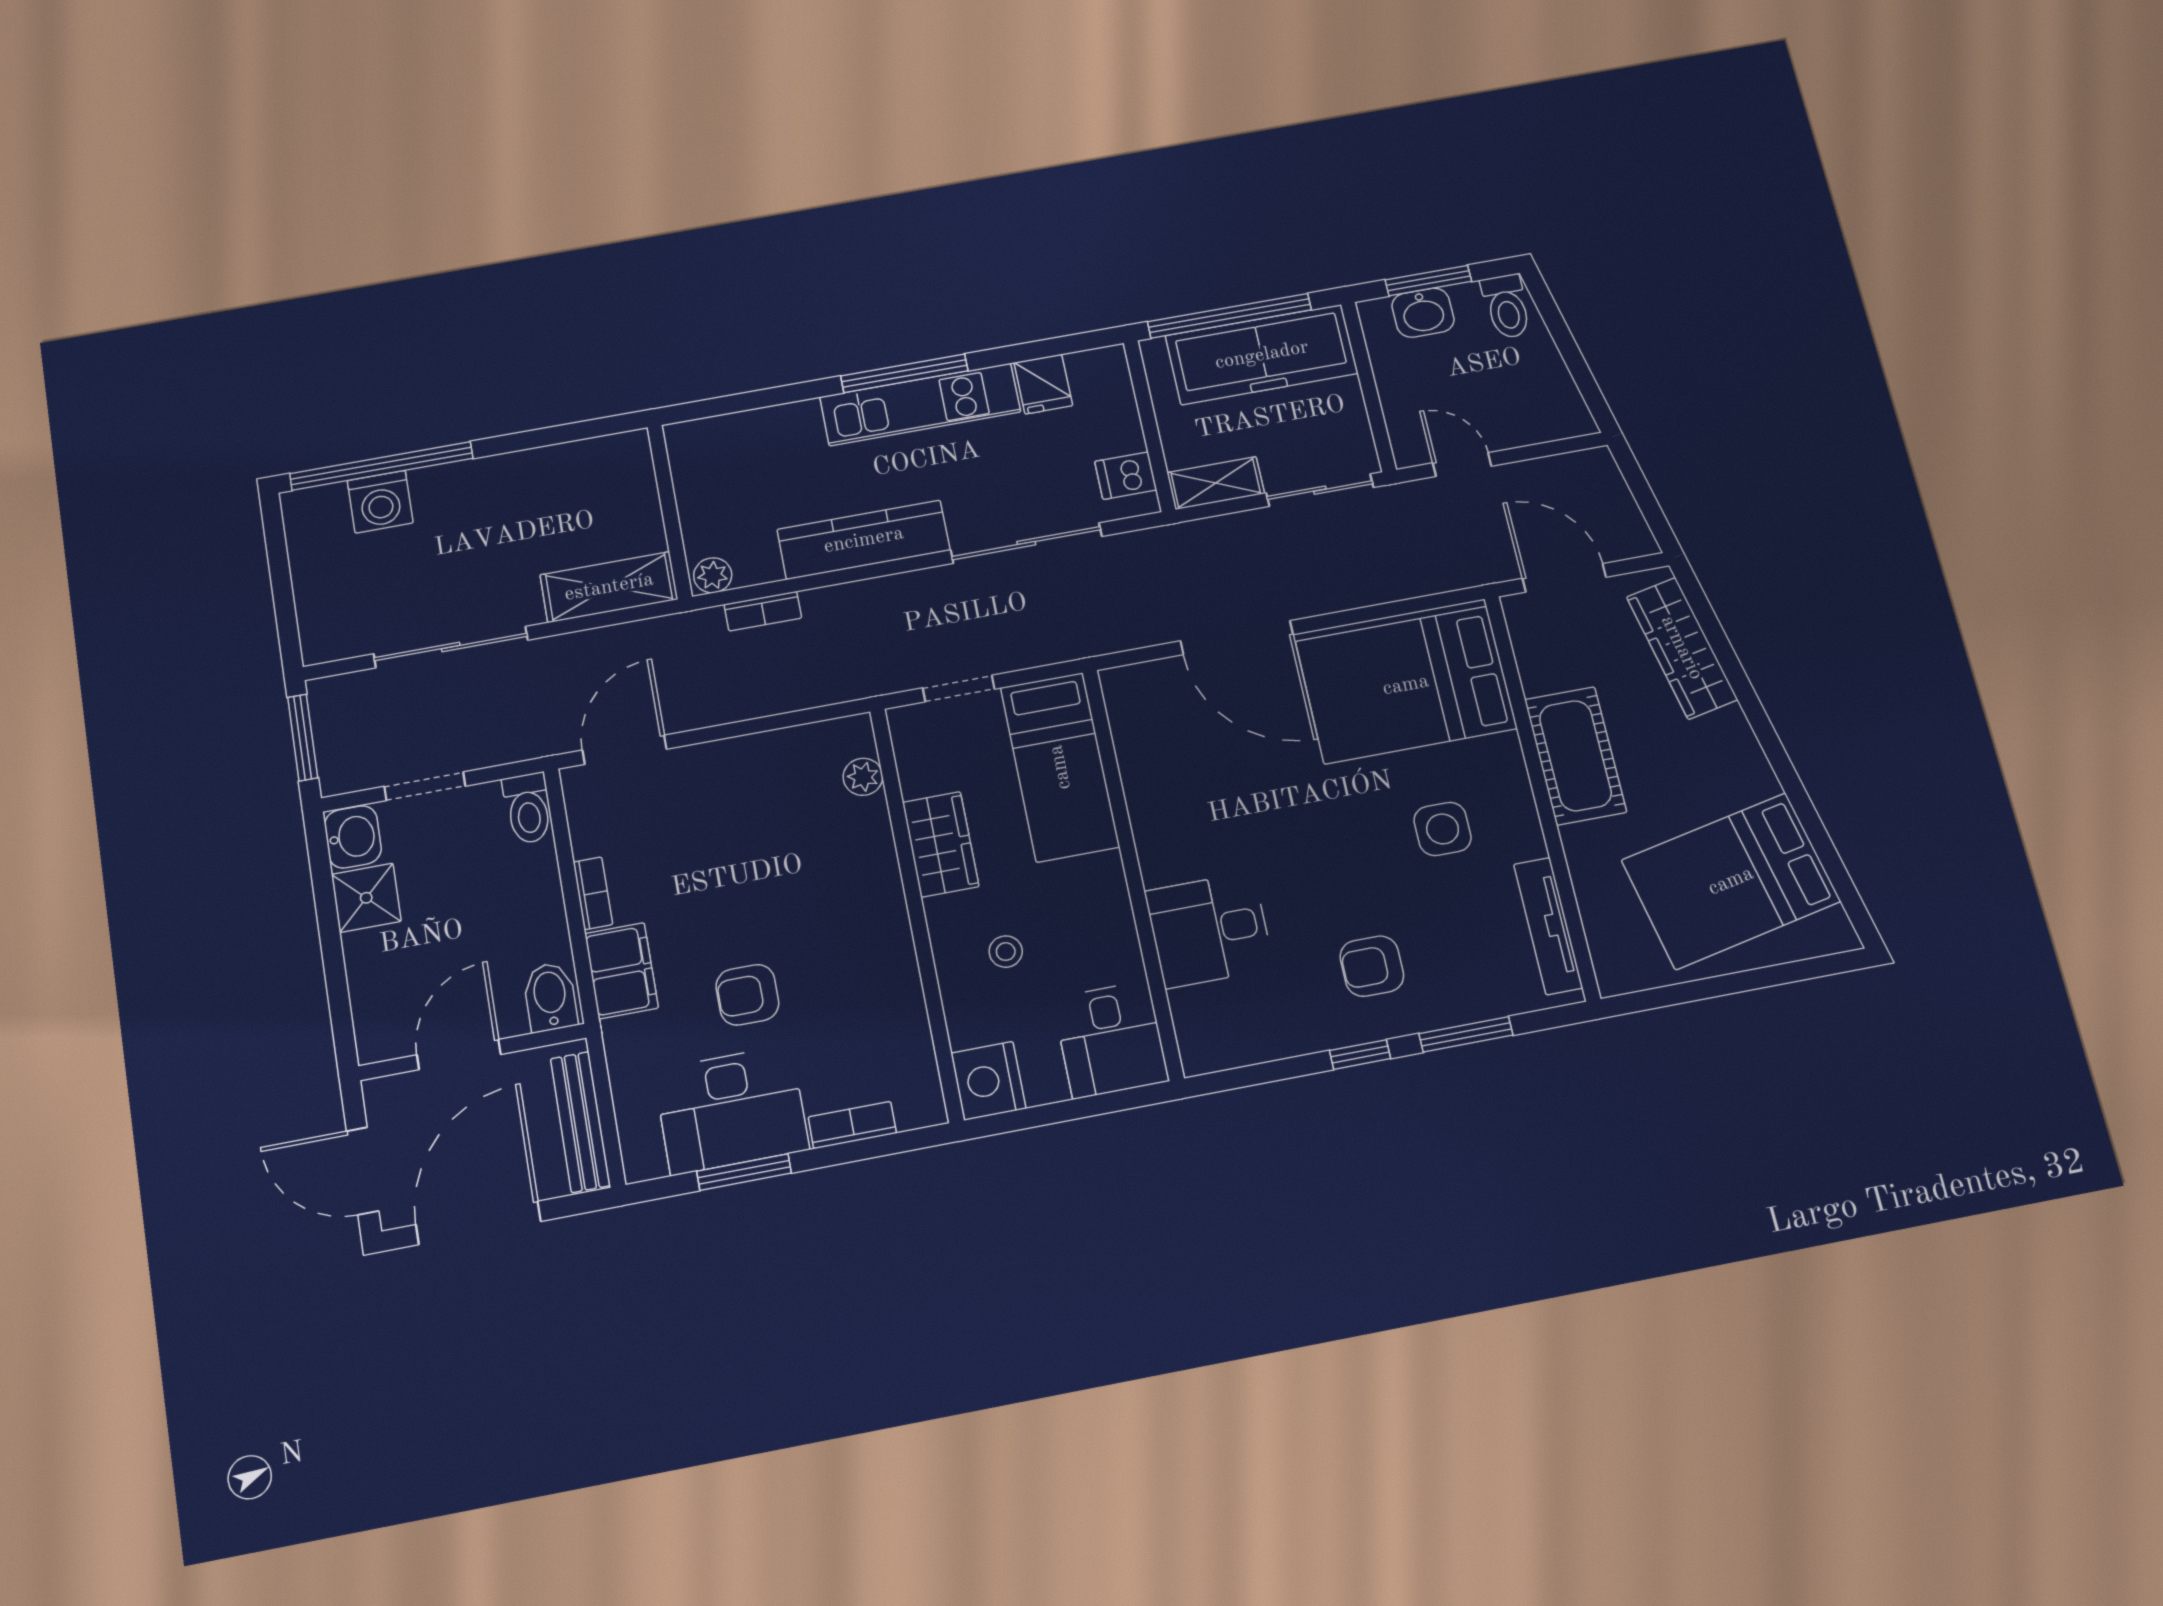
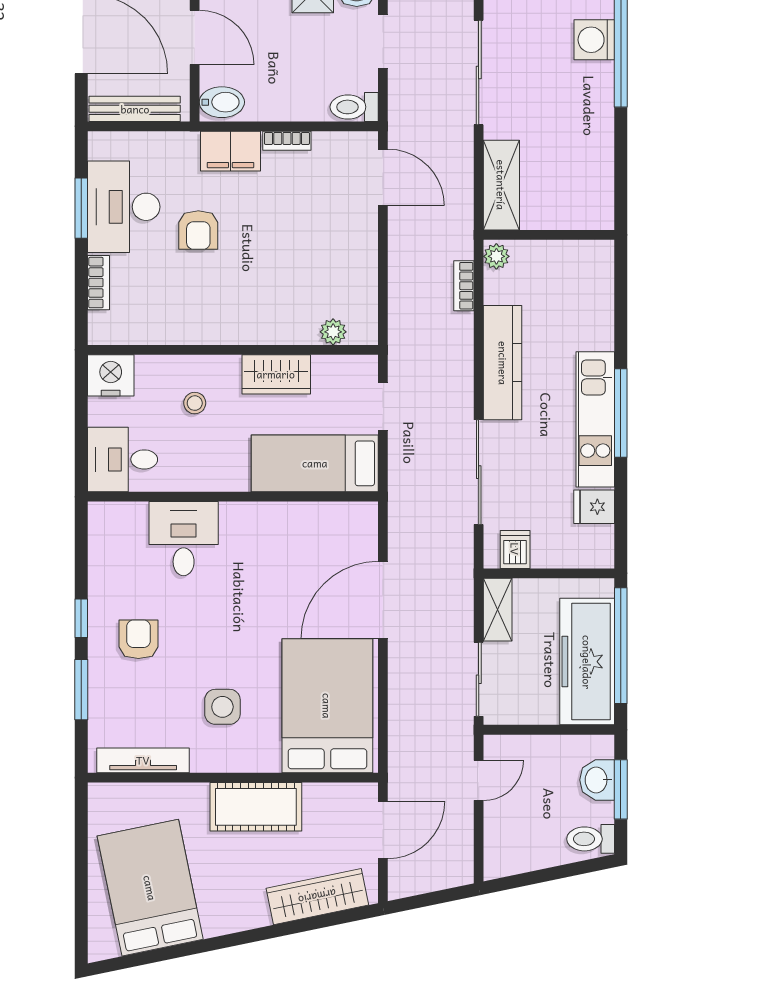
armchair: (747, 995) -> (198, 230), turned 180

